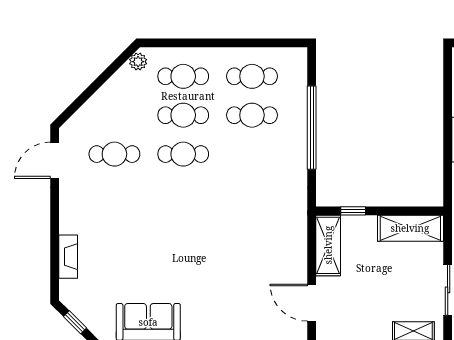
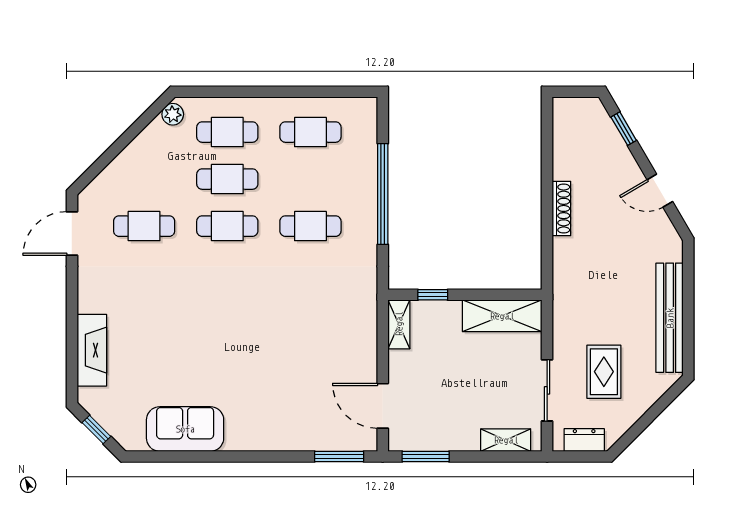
cafe table: (252, 115) -> (310, 226), moved
shelving: (328, 245) -> (399, 324), width x0.67, depth x0.75
fireplace: (68, 257) -> (92, 350), width x1.37, depth x1.32

